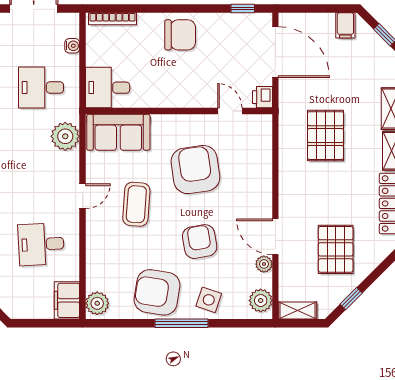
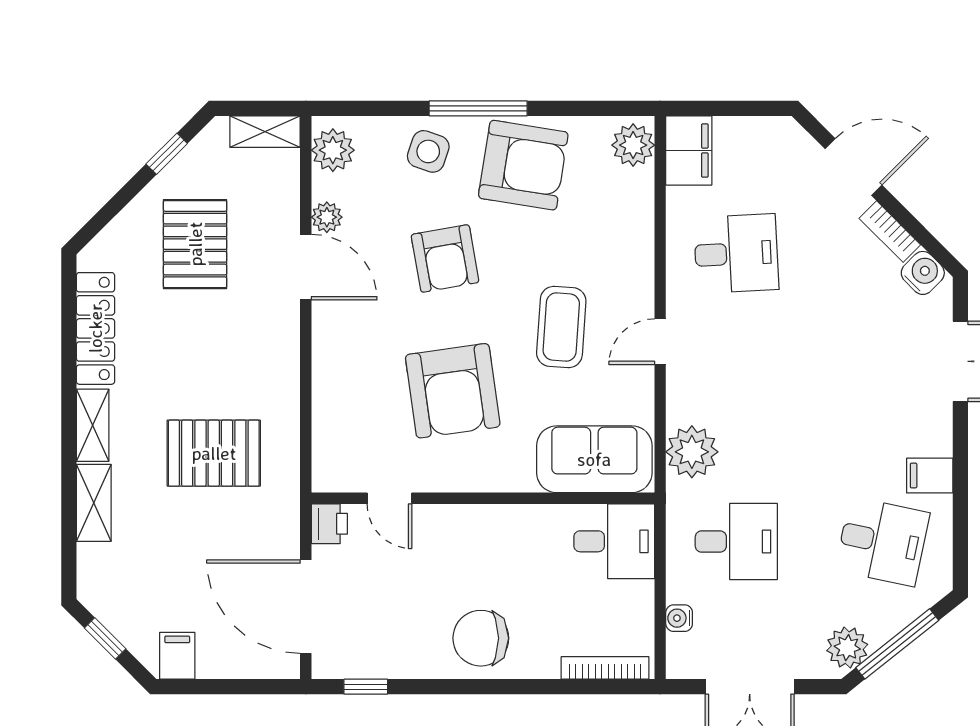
pallet: (325, 136) -> (214, 453), turned 90

